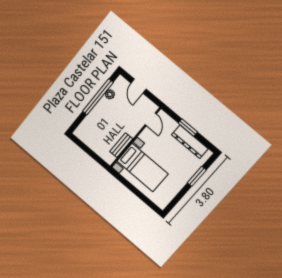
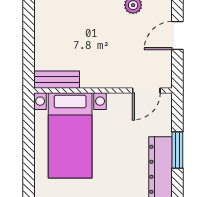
bench: (121, 145) -> (57, 80), moved

